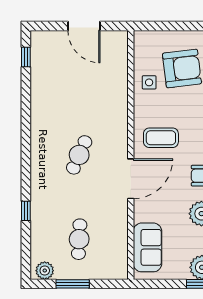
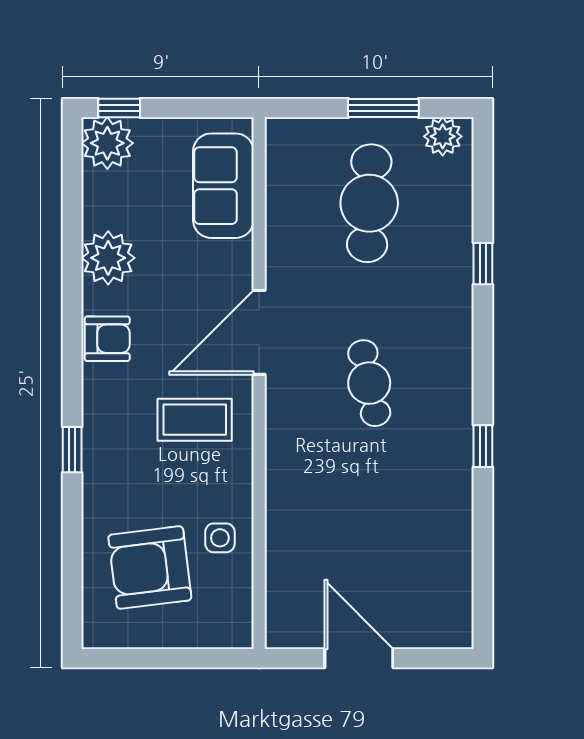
window: (26, 57) -> (483, 446), moved
cafe table: (79, 155) -> (369, 383), turned -36
cafe table: (79, 239) -> (369, 203), width x1.37, depth x1.35

